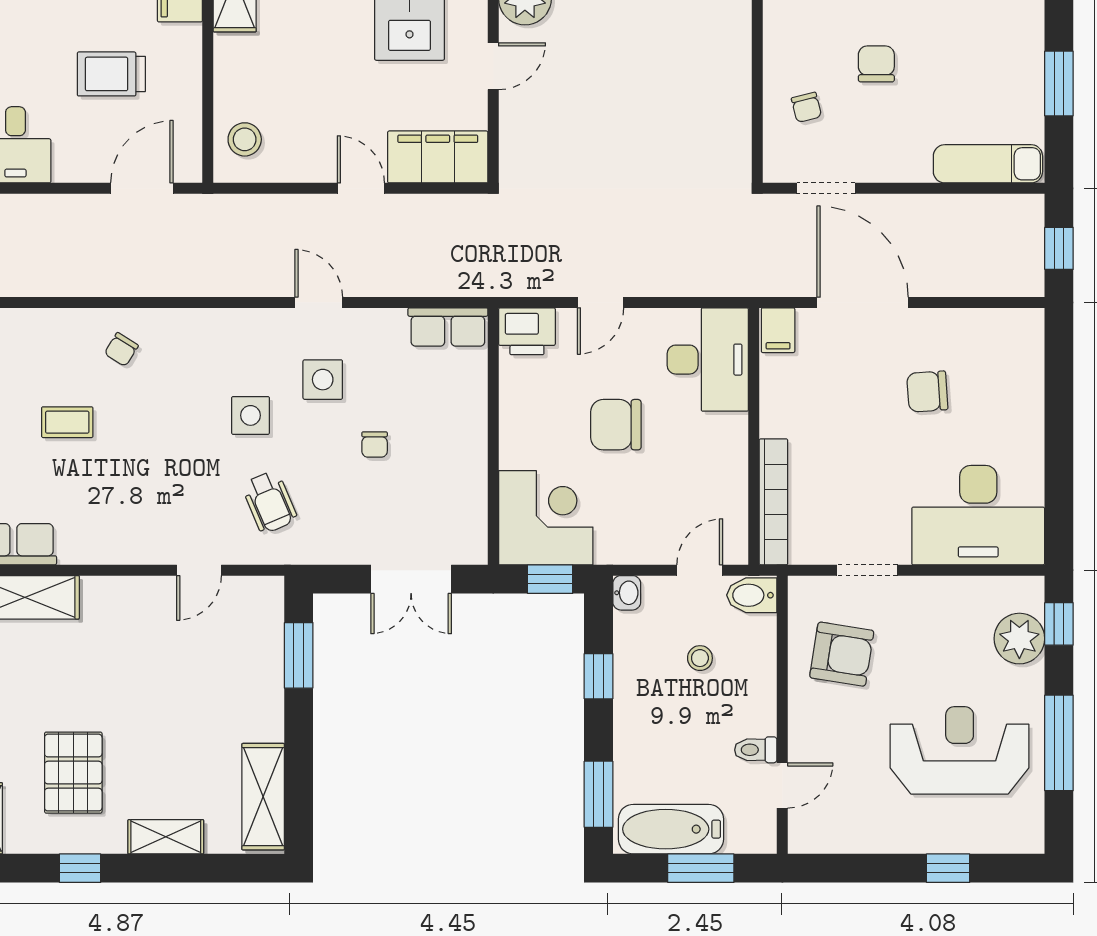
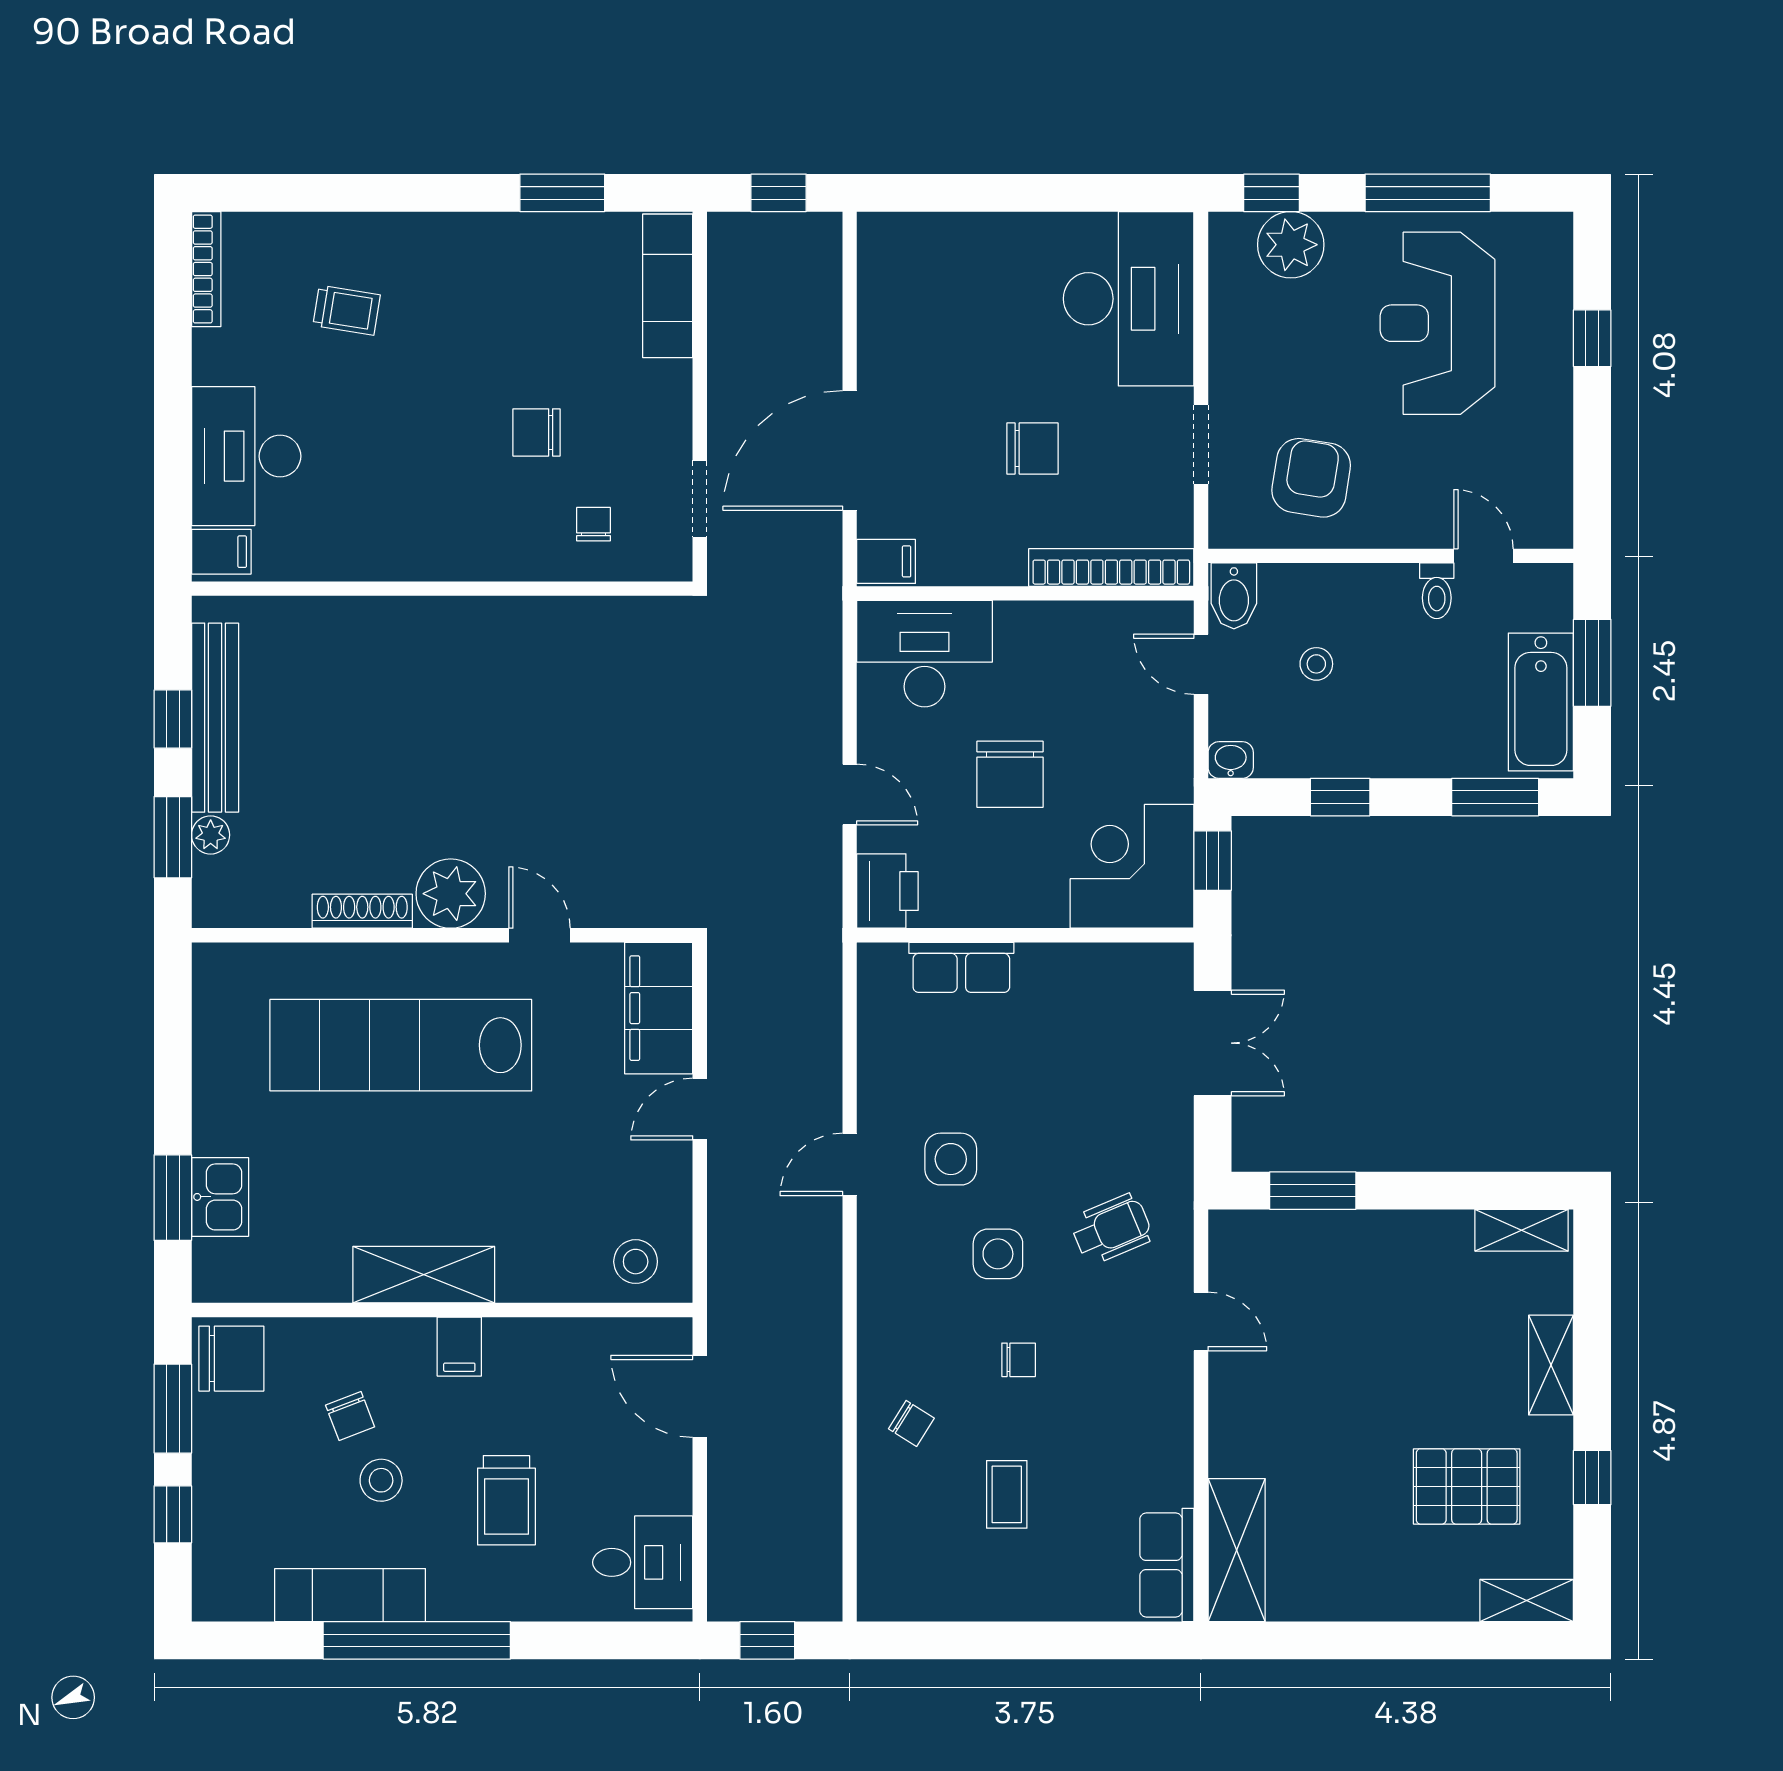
trolley: (111, 74) -> (506, 1500), moved
chair: (806, 107) -> (594, 524), turned -76
row of seats: (448, 327) -> (961, 967), moved, turned 90
chair: (927, 392) -> (1032, 448), moved, turned -86
chair: (375, 445) -> (1019, 1360), moved
shelving: (263, 797) -> (1522, 1230), width x0.67, depth x0.75

